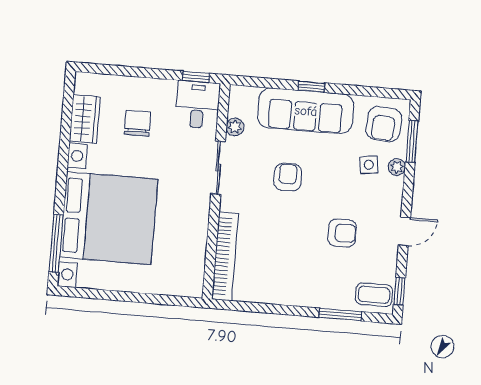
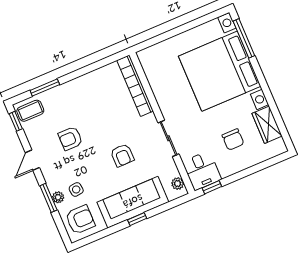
armchair: (384, 124) -> (80, 220), turned 85
plant: (235, 127) -> (178, 184), moved
window: (412, 141) -> (48, 198), moved

